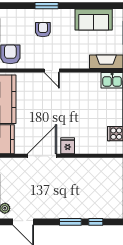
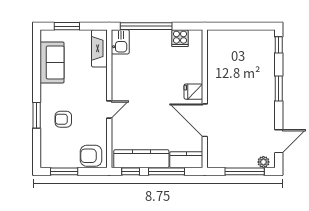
window: (96, 222) -> (279, 45), moved

